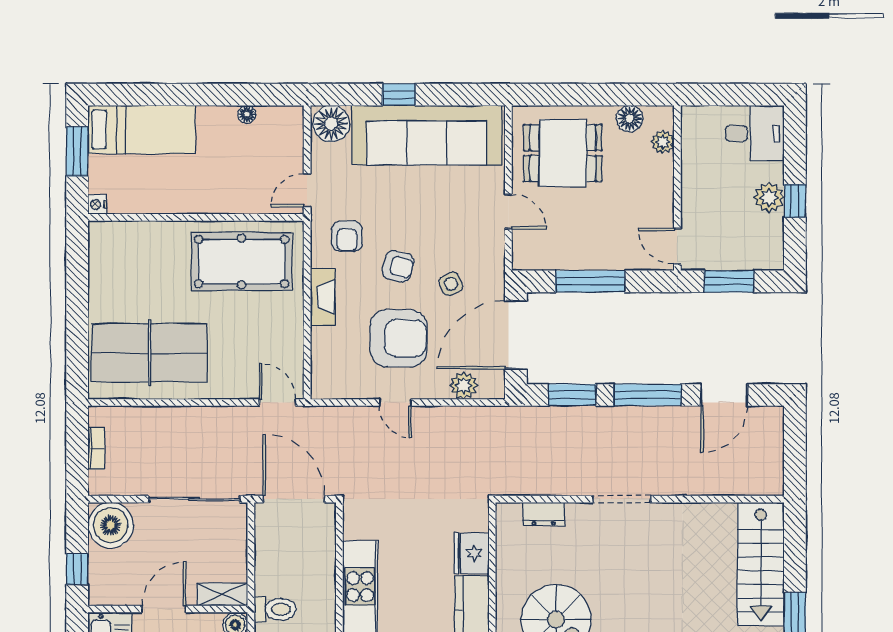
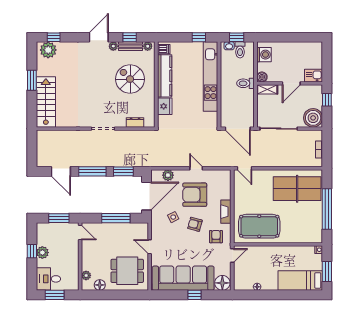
window: (739, 95) -> (55, 295), added
window: (77, 303) -> (327, 209), added
door: (724, 395) -> (61, 171), swing flipped

